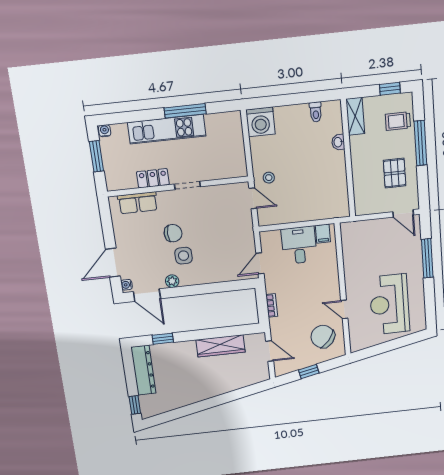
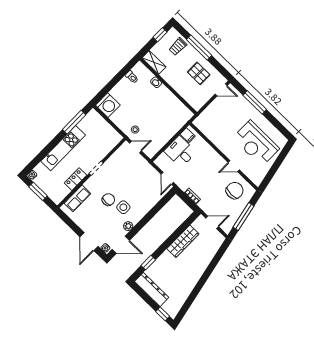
window: (185, 111) -> (74, 122), moved
chair: (323, 336) -> (235, 191), turned 141
window: (309, 372) -> (244, 216), width x2.17

